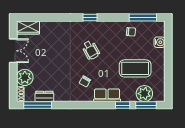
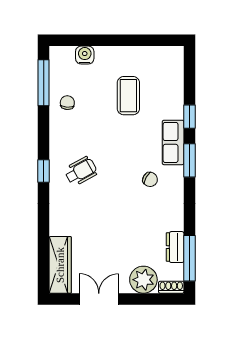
wardrobe: (28, 28) -> (60, 265), width x1.50
wheelchair: (91, 50) -> (81, 171), moved
coffee table: (135, 68) -> (128, 96), width x0.73, depth x0.76
plant: (144, 94) -> (170, 80), removed
window: (146, 105) -> (189, 160), moved

